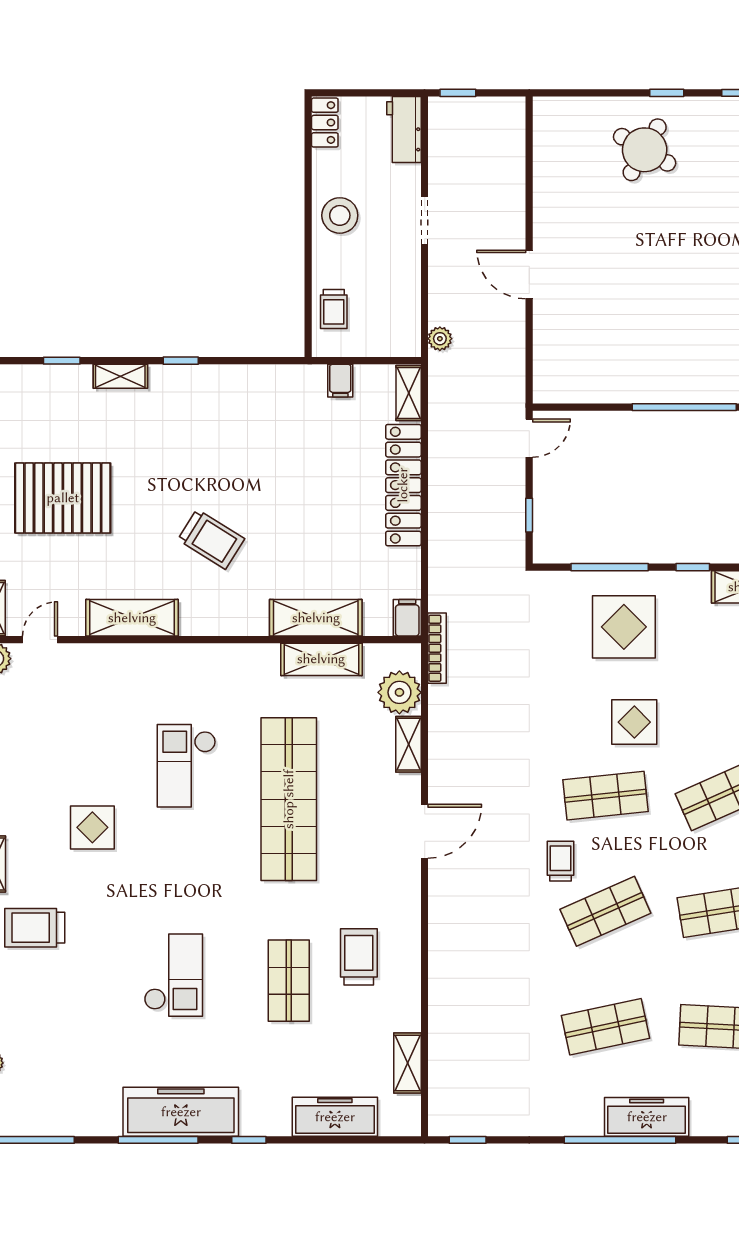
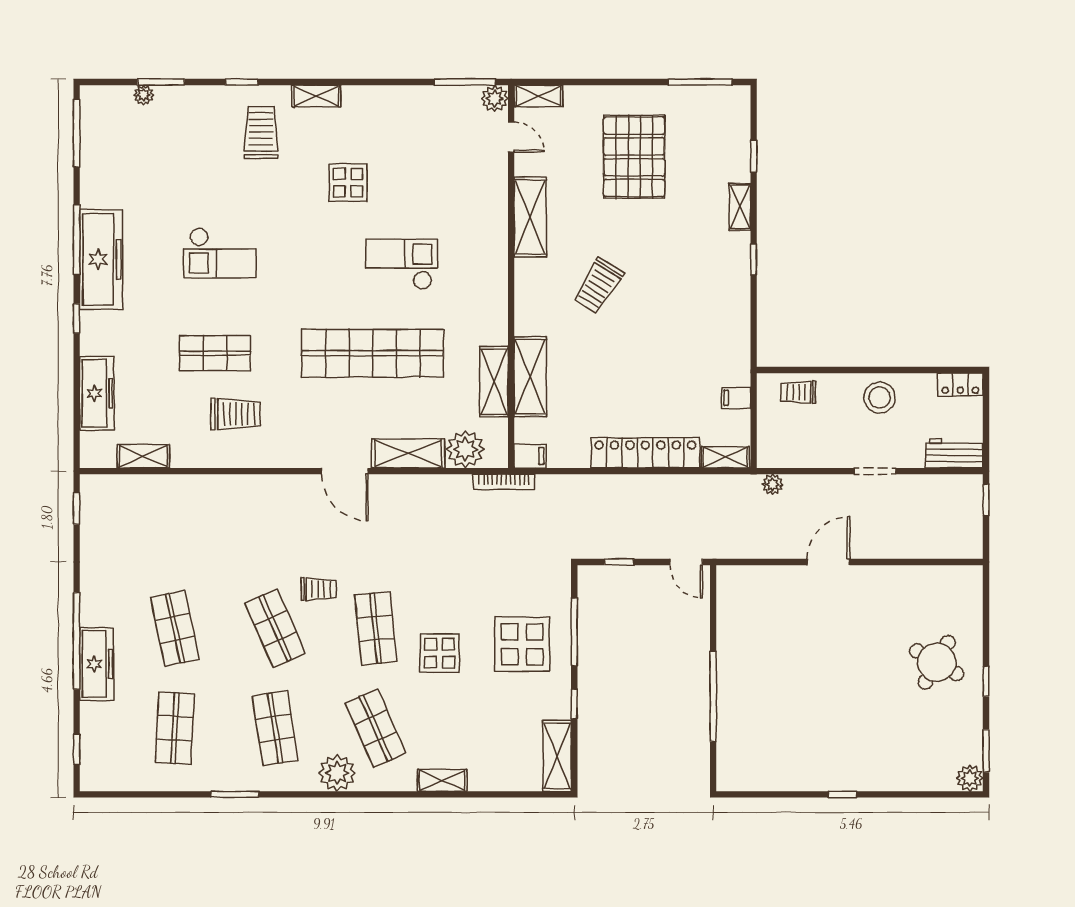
shelving: (408, 744) -> (408, 453), width x1.50, depth x1.33

